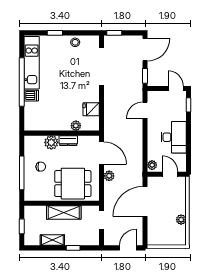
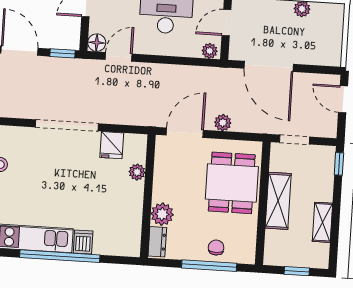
doorway: (102, 67) -> (67, 125), moved
floor lamp: (153, 96) -> (97, 43), added
door: (145, 110) -> (119, 57), swing flipped
dresser: (68, 141) -> (157, 242), moved
chair: (41, 167) -> (216, 248), moved
window: (73, 248) -> (339, 164), moved

